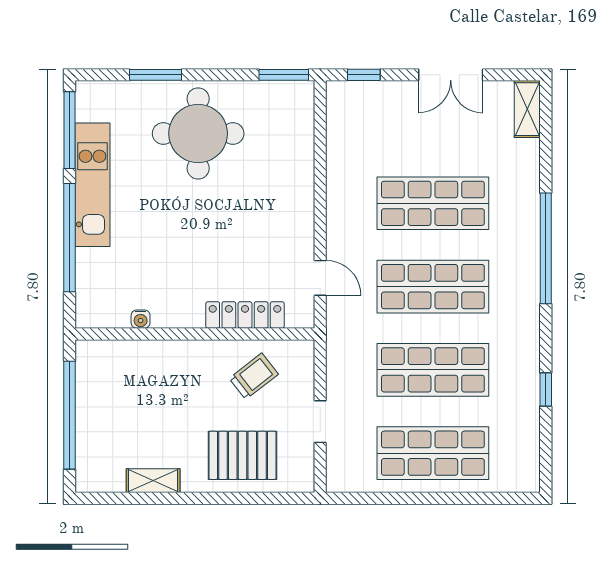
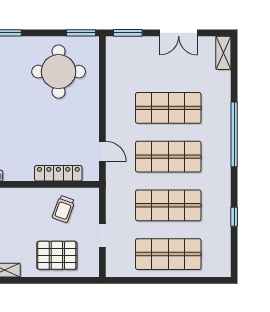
window: (364, 75) -> (128, 33), width x1.50
round table: (198, 133) -> (59, 72), moved
trolley: (254, 376) -> (63, 209), turned 148

